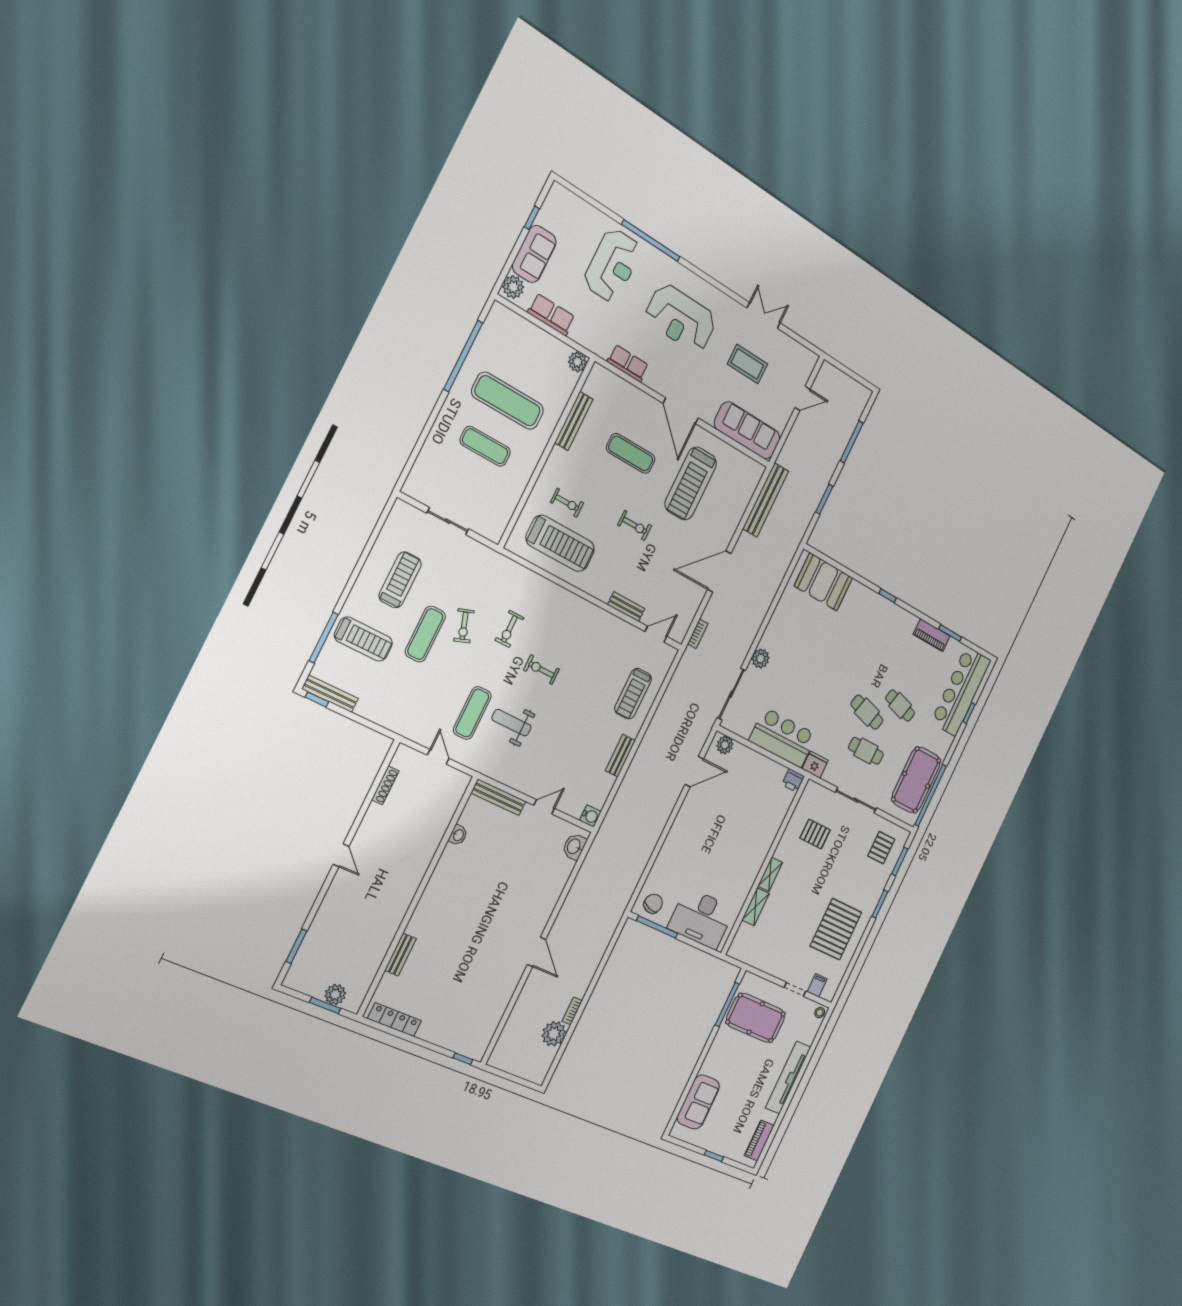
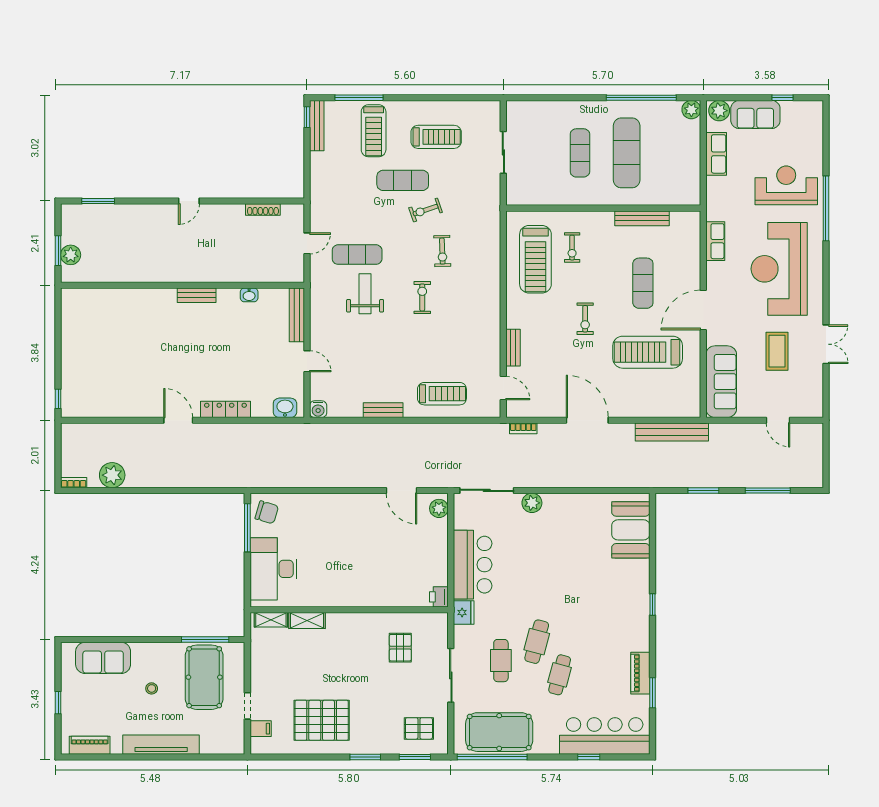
reception desk: (612, 265) -> (786, 185), turned 180
reception desk: (681, 318) -> (779, 269), width x1.36, depth x1.30
plant: (577, 362) -> (691, 110), moved
exercise bike: (509, 629) -> (442, 251), turned -92
treadmill: (633, 694) -> (442, 394), turned 180
shelving: (770, 874) -> (271, 620), moved
door: (537, 952) -> (178, 420), swing flipped
bench: (400, 955) -> (197, 295), moved
bookcase: (572, 1011) -> (74, 483), moved
stool: (820, 1013) -> (152, 688), moved
locker: (394, 1020) -> (225, 409), moved, turned -90

